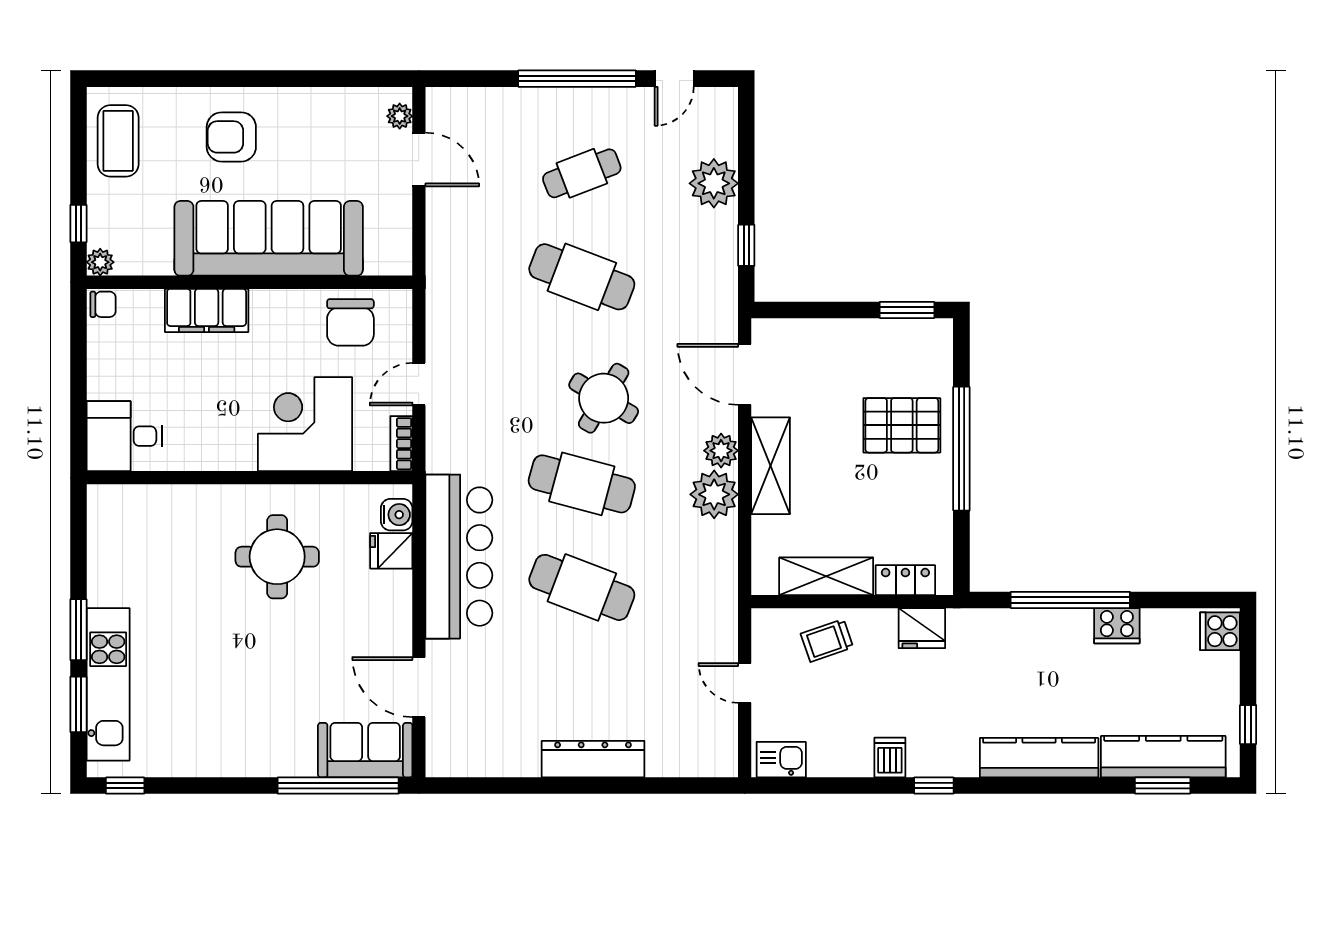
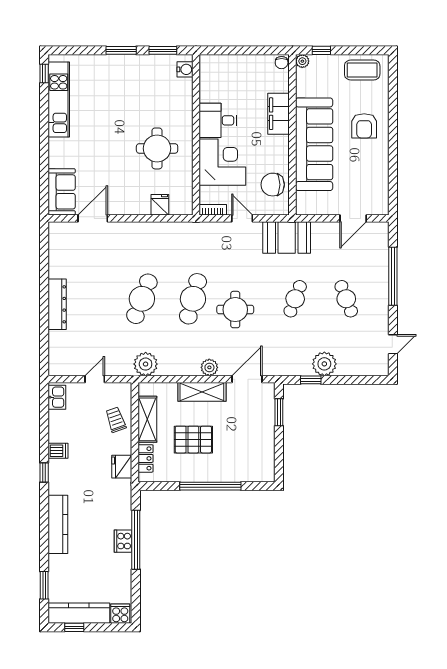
window: (577, 79) -> (393, 276), moved
door: (674, 79) -> (393, 344), swing flipped
plant: (400, 116) -> (374, 209), removed
armchair: (231, 137) -> (364, 126), turned 180
plant: (714, 183) -> (324, 364), moved
cafe table: (582, 277) -> (295, 299), width x0.73, depth x0.74
booth: (458, 294) -> (287, 238), added
window: (907, 310) -> (279, 412), moved
round table: (604, 398) -> (235, 310), turned -31
pallet: (902, 425) -> (193, 440), moved, turned 90
desk: (124, 436) -> (218, 120), moved, turned -90
plant: (714, 494) -> (146, 364), moved
water cooler: (397, 515) -> (185, 69), moved, turned -90
bar counter: (459, 557) -> (157, 238), removed
cooker: (1117, 626) -> (123, 541), moved
kitchen unit: (108, 684) -> (59, 100), moved, turned -90
window: (78, 704) -> (163, 50), moved
kitchen counter: (1163, 757) -> (79, 613), moved, turned -90
window: (338, 786) -> (44, 179), removed

